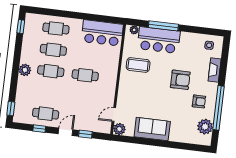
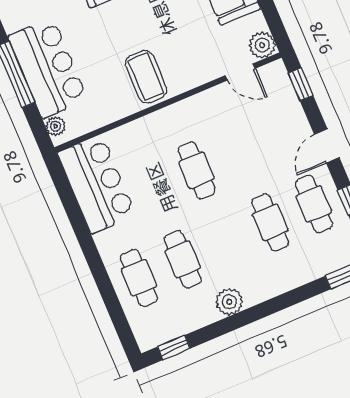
coffee table: (138, 65) -> (146, 77), moved
plant: (25, 70) -> (229, 302), moved
cafe table: (51, 71) -> (270, 222), moved
door: (65, 132) -> (327, 146), hinge flipped
window: (85, 134) -> (301, 84), moved

